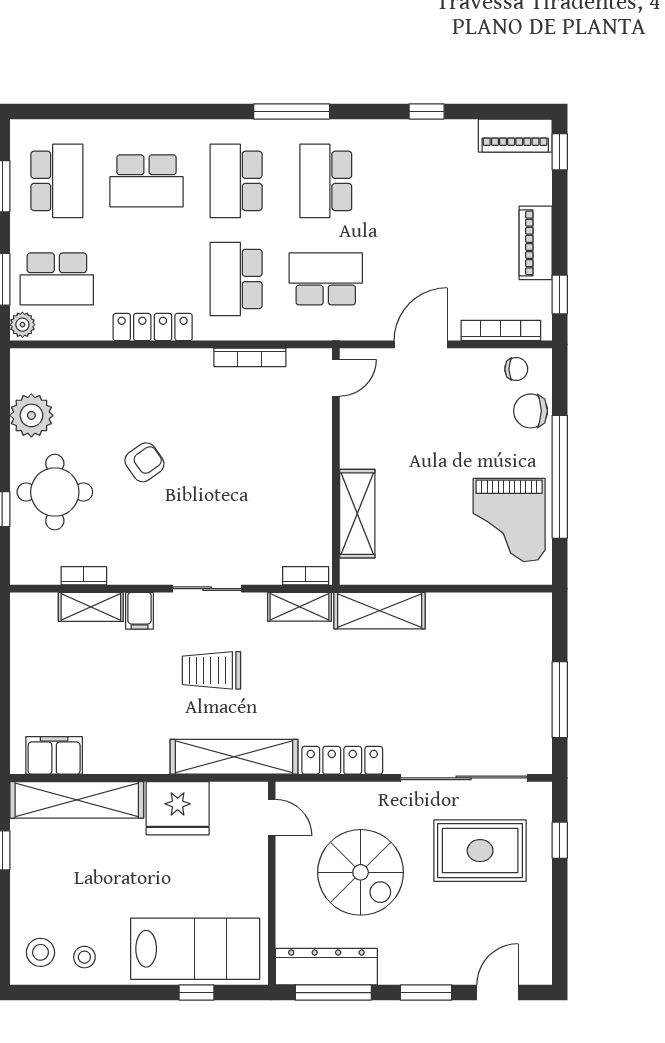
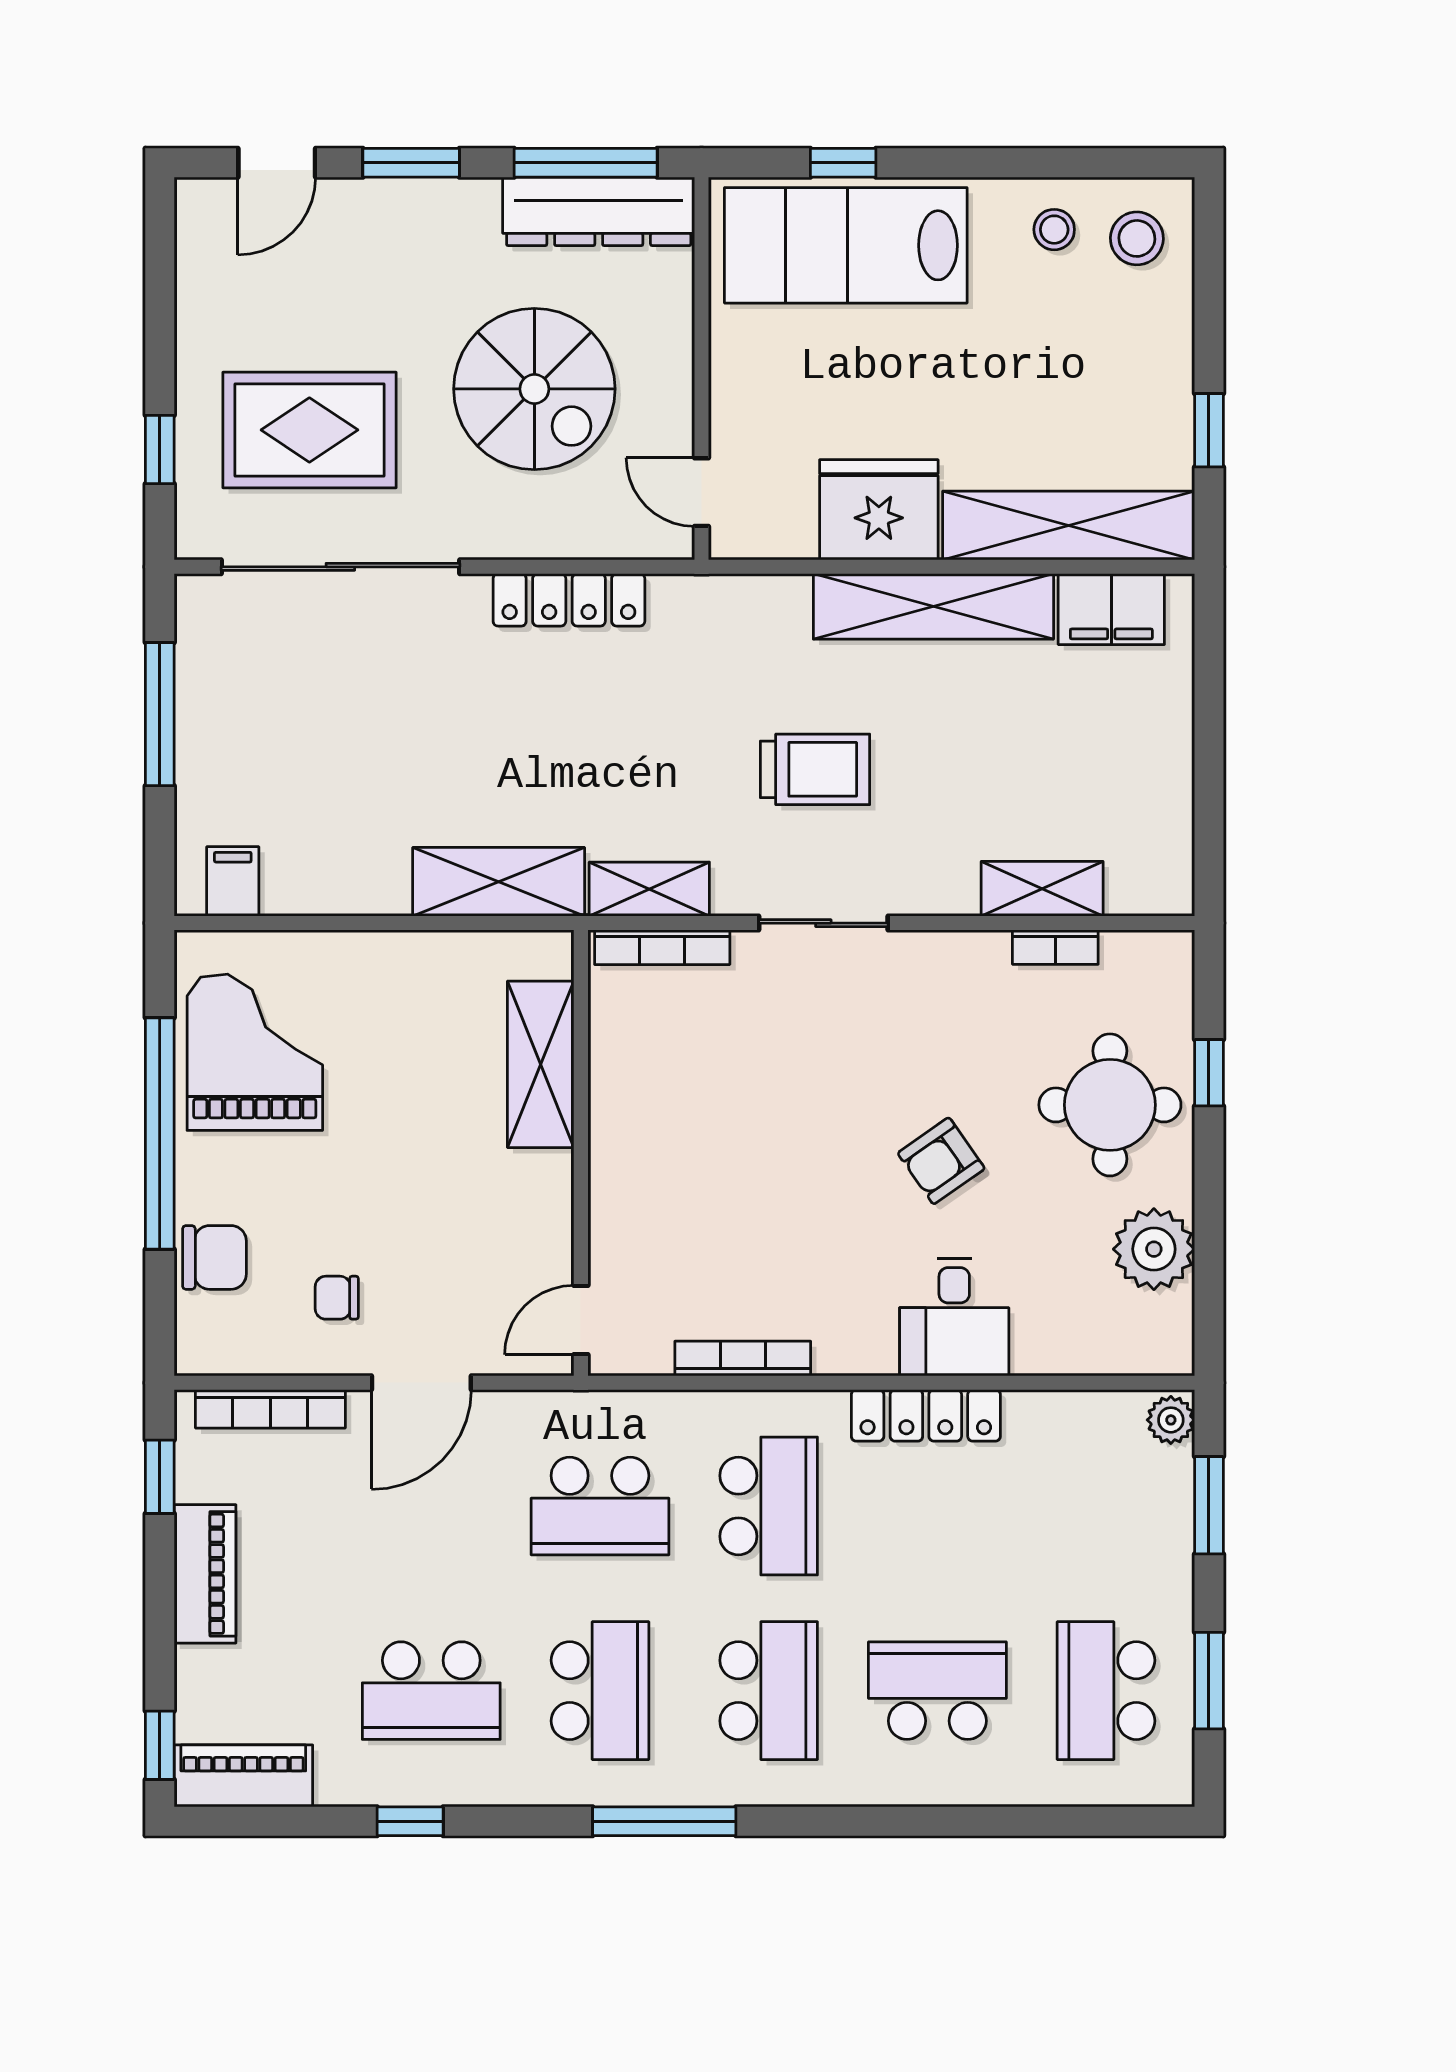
school desk: (57, 279) -> (431, 1691), moved, turned 180
chair: (516, 369) -> (337, 1298), moved
desk: (138, 379) -> (954, 1317), added
bookcase: (306, 576) -> (662, 947), width x1.56
filing cabinet: (139, 611) -> (233, 881), moved
shelving: (234, 757) -> (933, 606), moved
spiral stairs: (361, 872) -> (534, 389), turned 180

